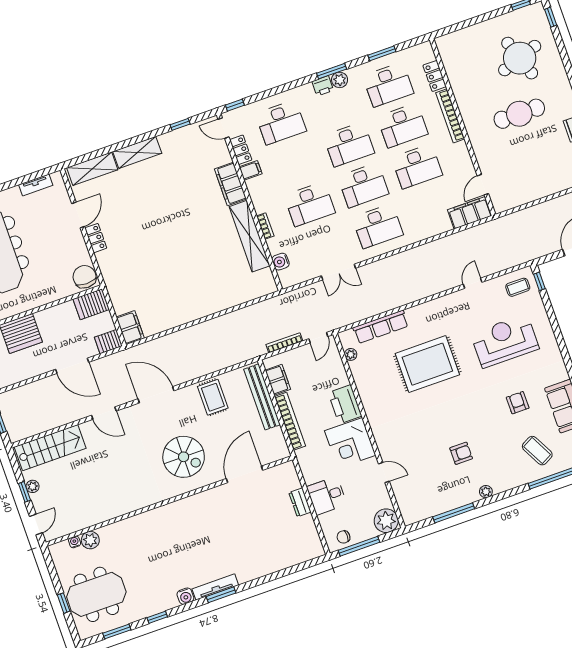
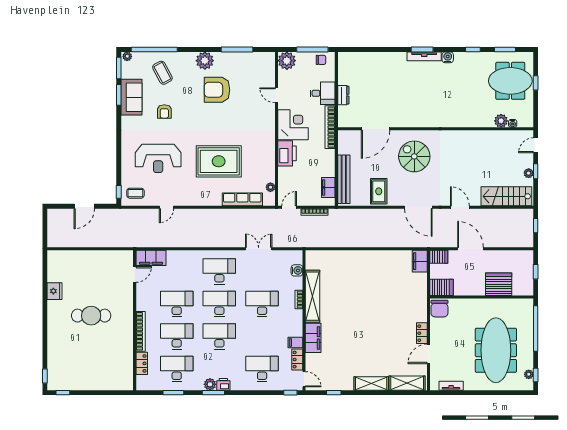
round table: (520, 58) -> (77, 355), removed
bookcase: (290, 421) -> (330, 127), moved
armchair: (461, 453) -> (217, 90), width x1.88, depth x1.88
plant: (486, 492) -> (205, 61), width x1.88, depth x1.88

